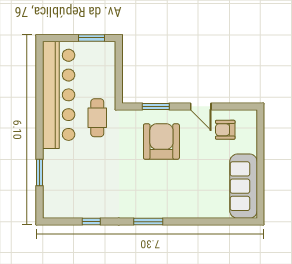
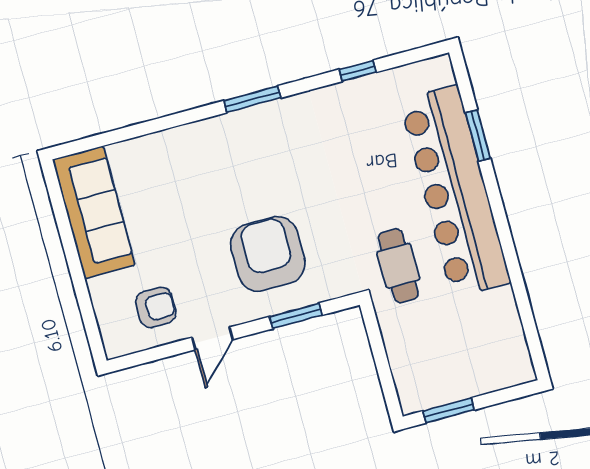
bar counter: (59, 95) -> (455, 191), moved
door: (201, 106) -> (213, 338), swing flipped
armchair: (161, 142) -> (268, 254), turned 180

